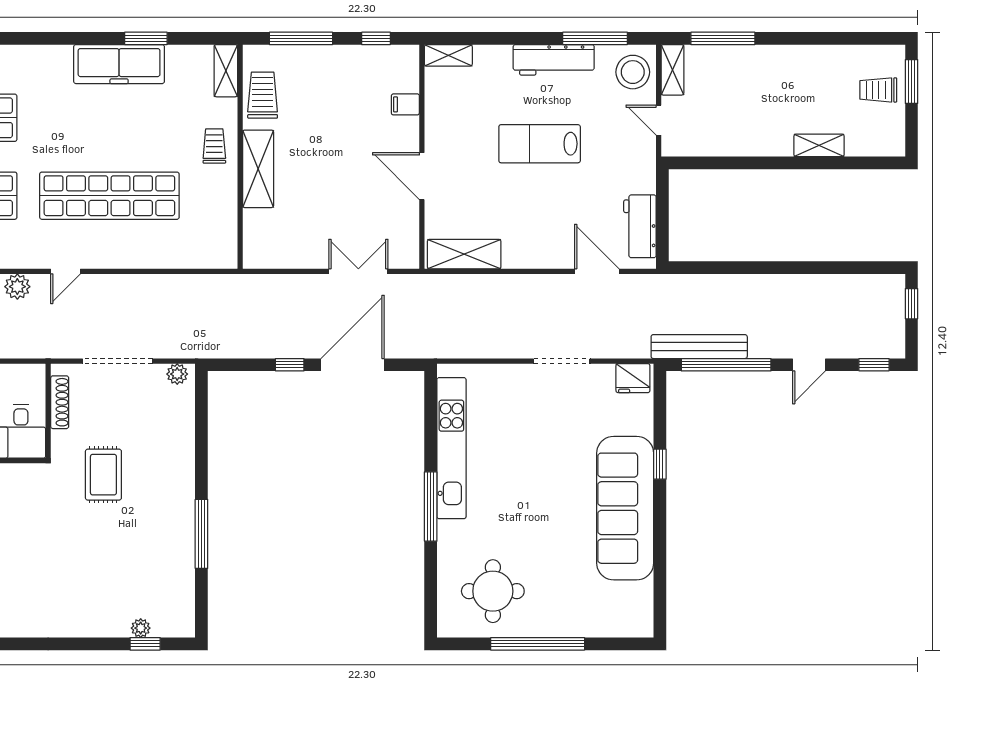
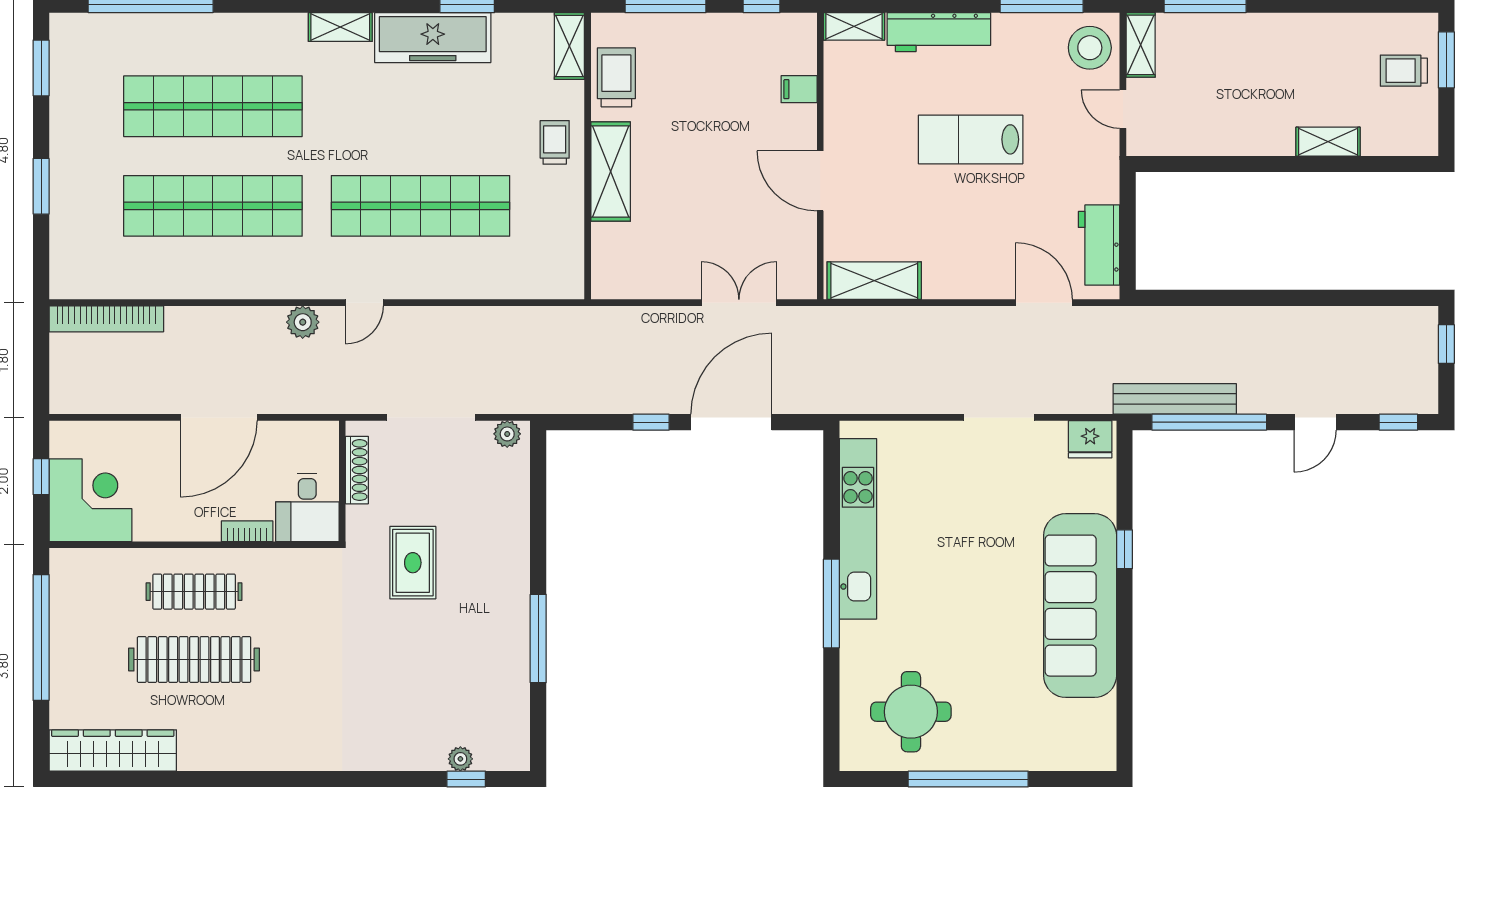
shelving: (47, 56) -> (340, 27), added
workbench: (554, 60) -> (939, 32), moved

